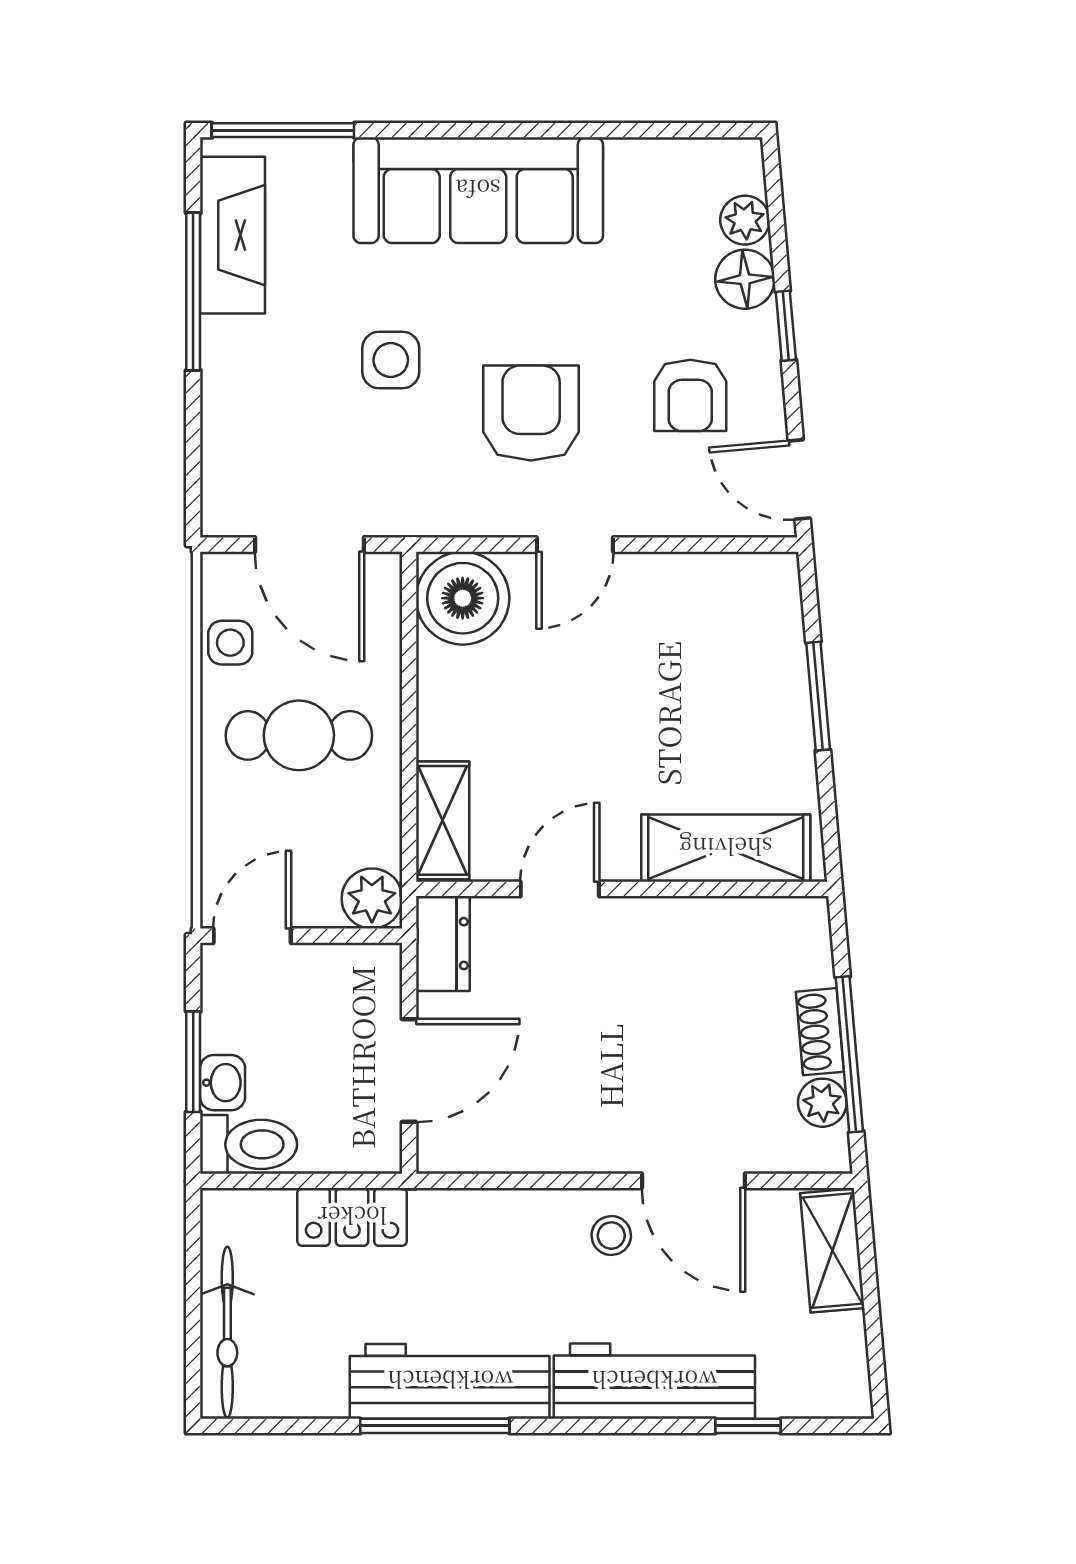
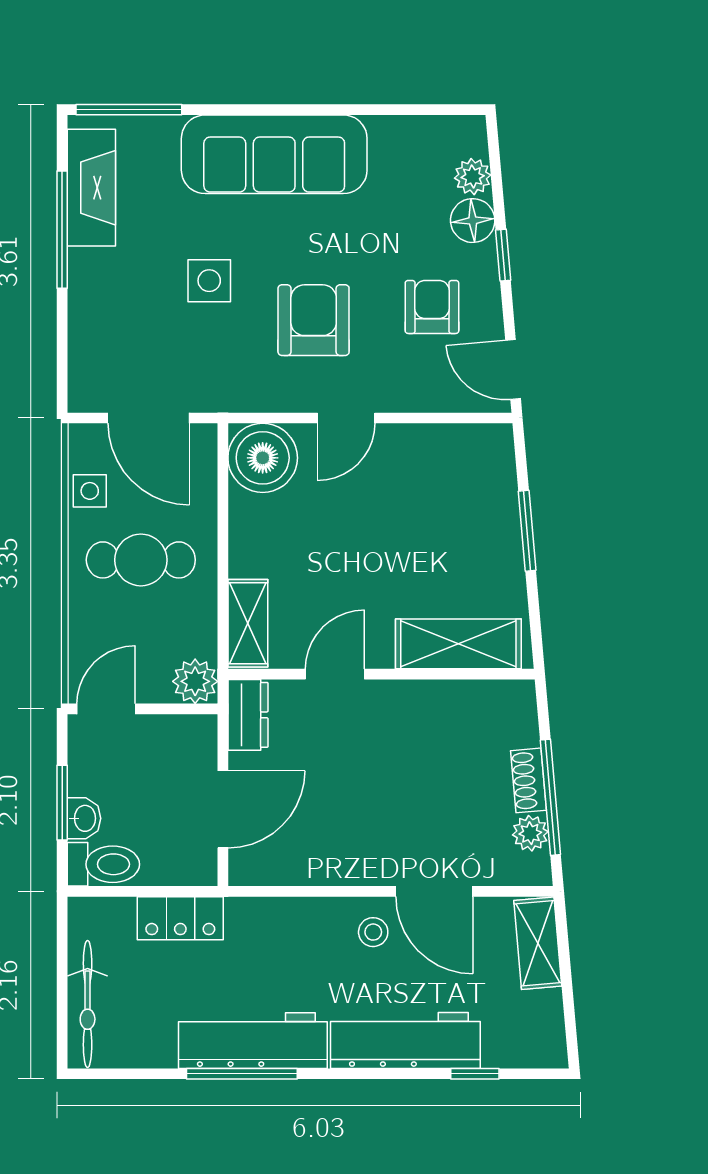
armchair: (690, 395) -> (432, 307), turned 180

